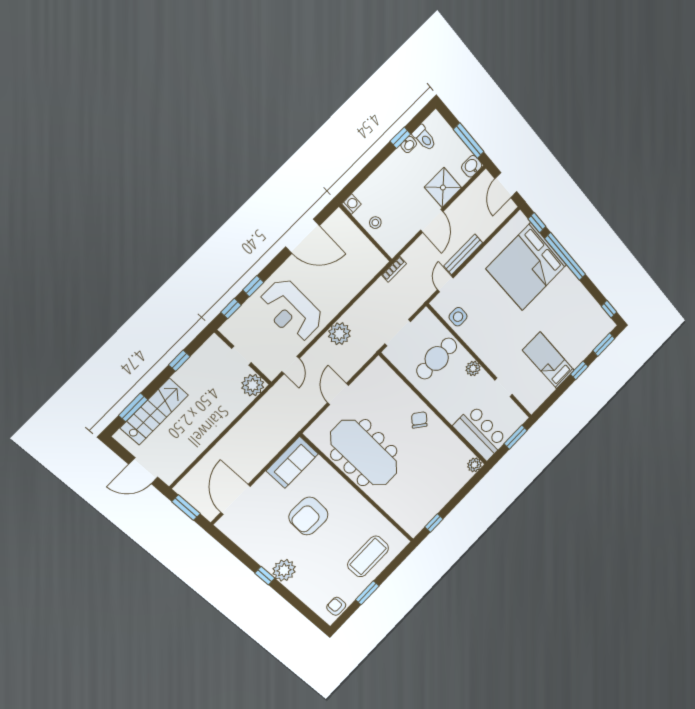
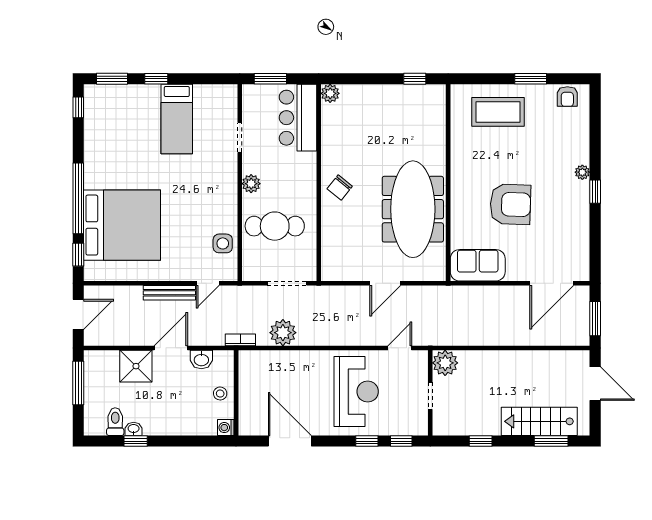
washbasin: (472, 166) -> (201, 359), moved
plant: (339, 334) -> (283, 333), moved
plant: (284, 570) -> (582, 172), width x0.53, depth x0.53

